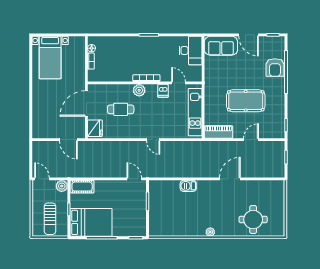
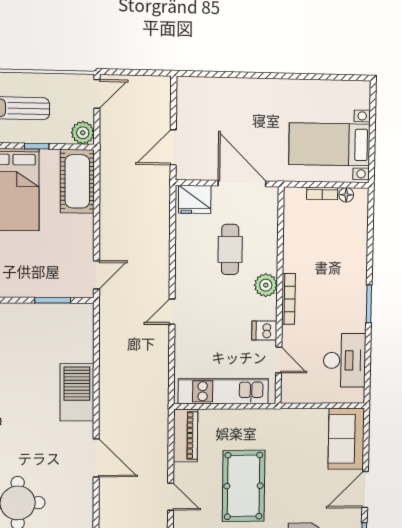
desk: (191, 50) -> (345, 360), moved, turned -90
bed with nightstands: (50, 58) -> (330, 144), moved
door: (179, 83) -> (279, 360), hinge flipped
barbecue: (188, 186) -> (77, 392), width x1.88, depth x1.53
cot: (82, 187) -> (77, 181), width x1.37, depth x1.34

